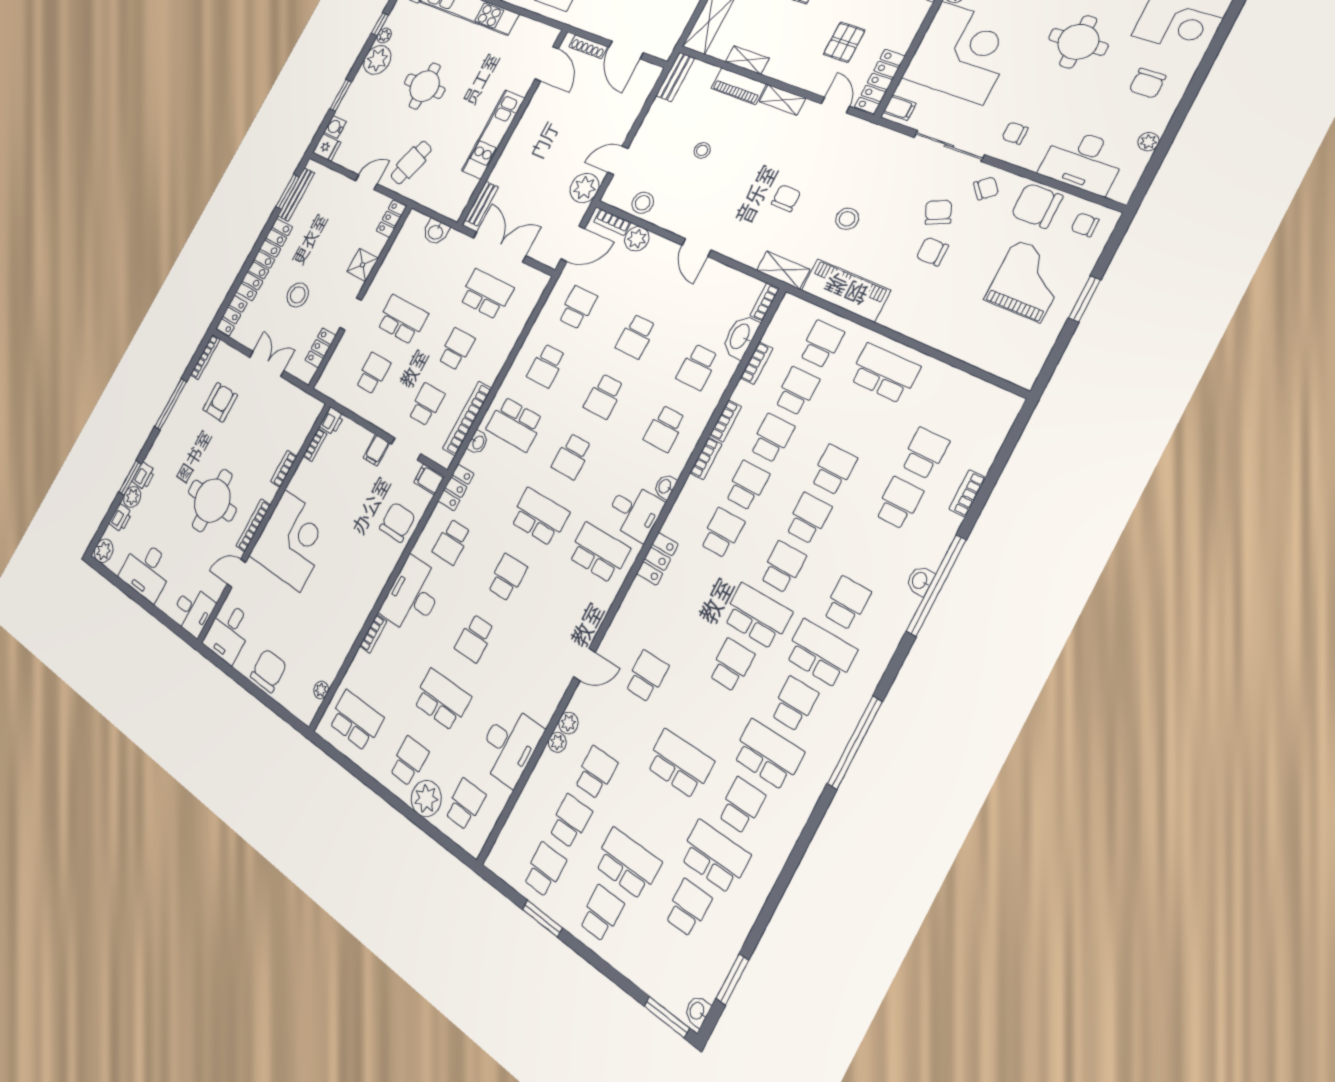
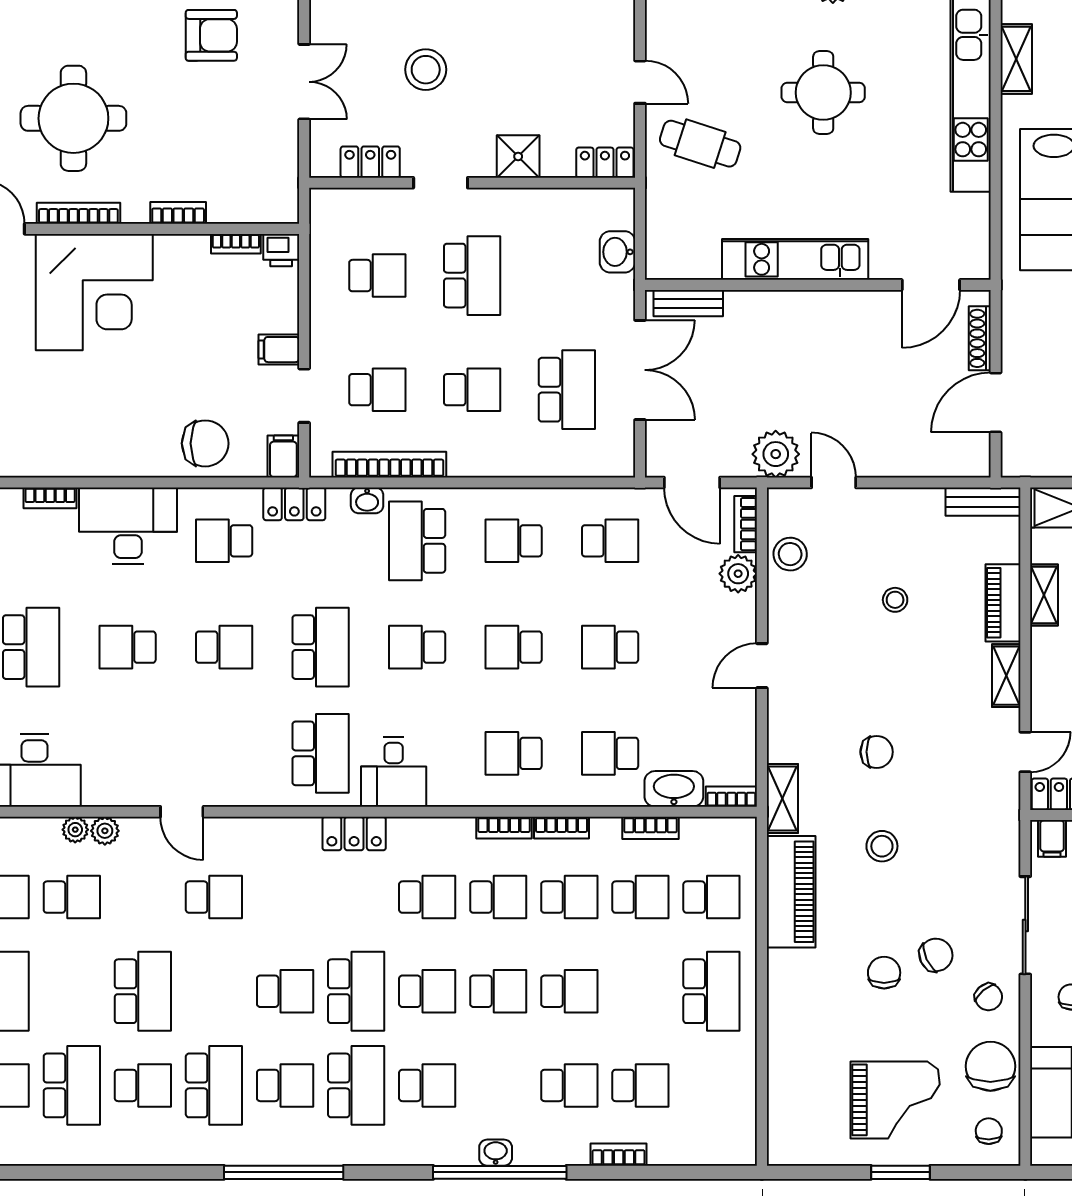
washbasin: (665, 487) -> (444, 794), removed

